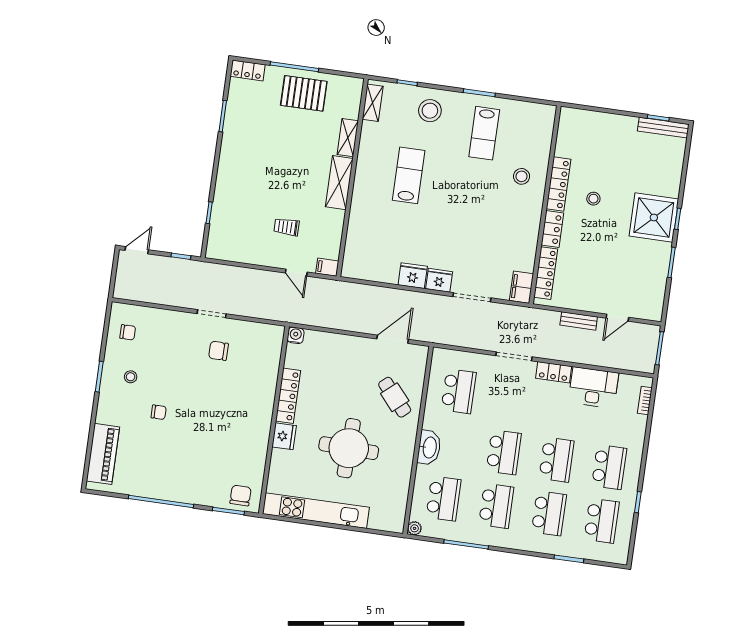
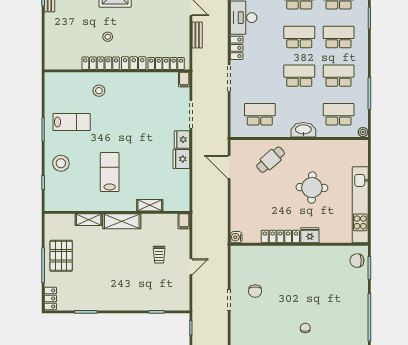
shelving: (373, 103) -> (150, 205), moved
lab bench: (409, 175) -> (110, 172), turned 90
door: (296, 273) -> (191, 267), moved
filing cabinet: (521, 287) -> (184, 80), width x0.50
round table: (349, 448) -> (312, 188), width x0.73, depth x0.73

